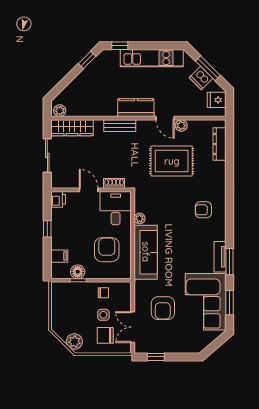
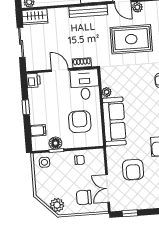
bench: (120, 126) -> (88, 11), width x1.36
wardrobe: (72, 128) -> (35, 17), width x0.67
side table: (103, 315) -> (44, 162), moved

